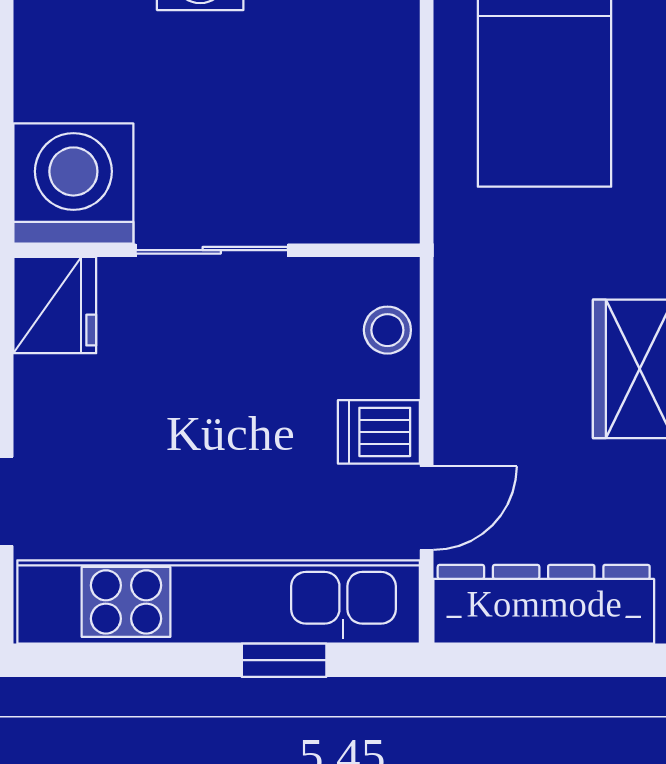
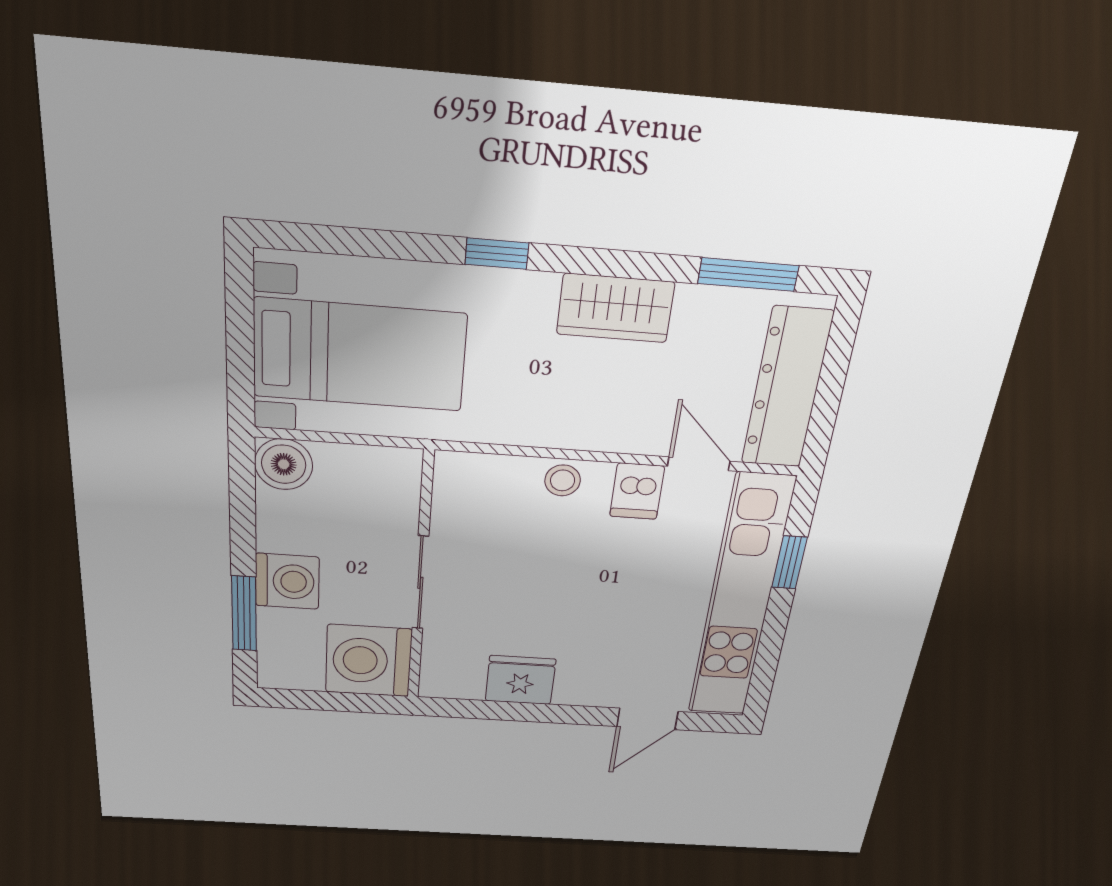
washing machine: (73, 183) -> (369, 661), moved
sliding door: (212, 250) -> (420, 583), moved
wall: (217, 250) -> (421, 580), moved

